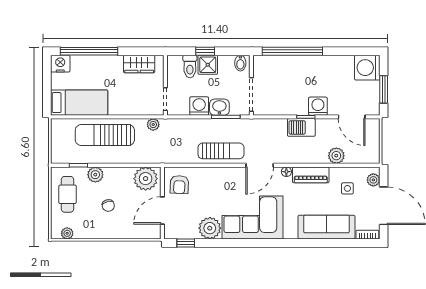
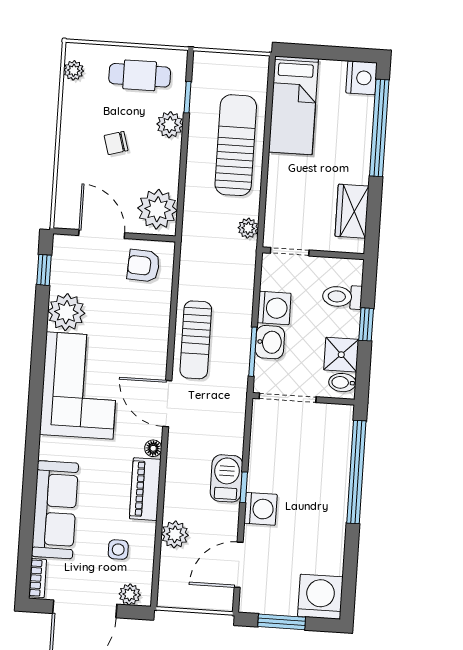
shower: (208, 65) -> (341, 355), moved

